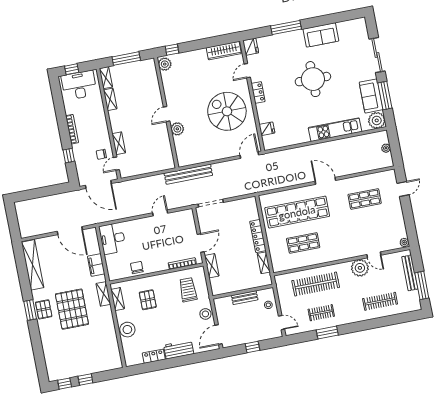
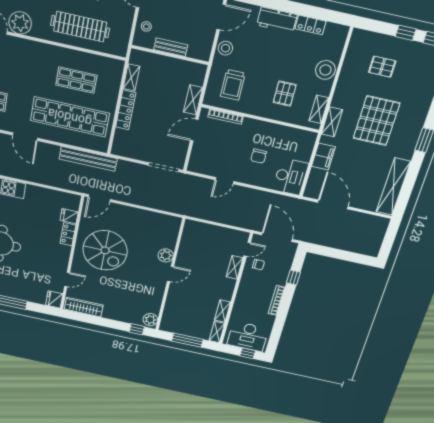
locker: (258, 92) -> (68, 234), moved
bench: (188, 174) -> (88, 159), moved
chair: (137, 268) -> (259, 156), moved
pallet: (44, 309) -> (382, 67), moved, turned 90

